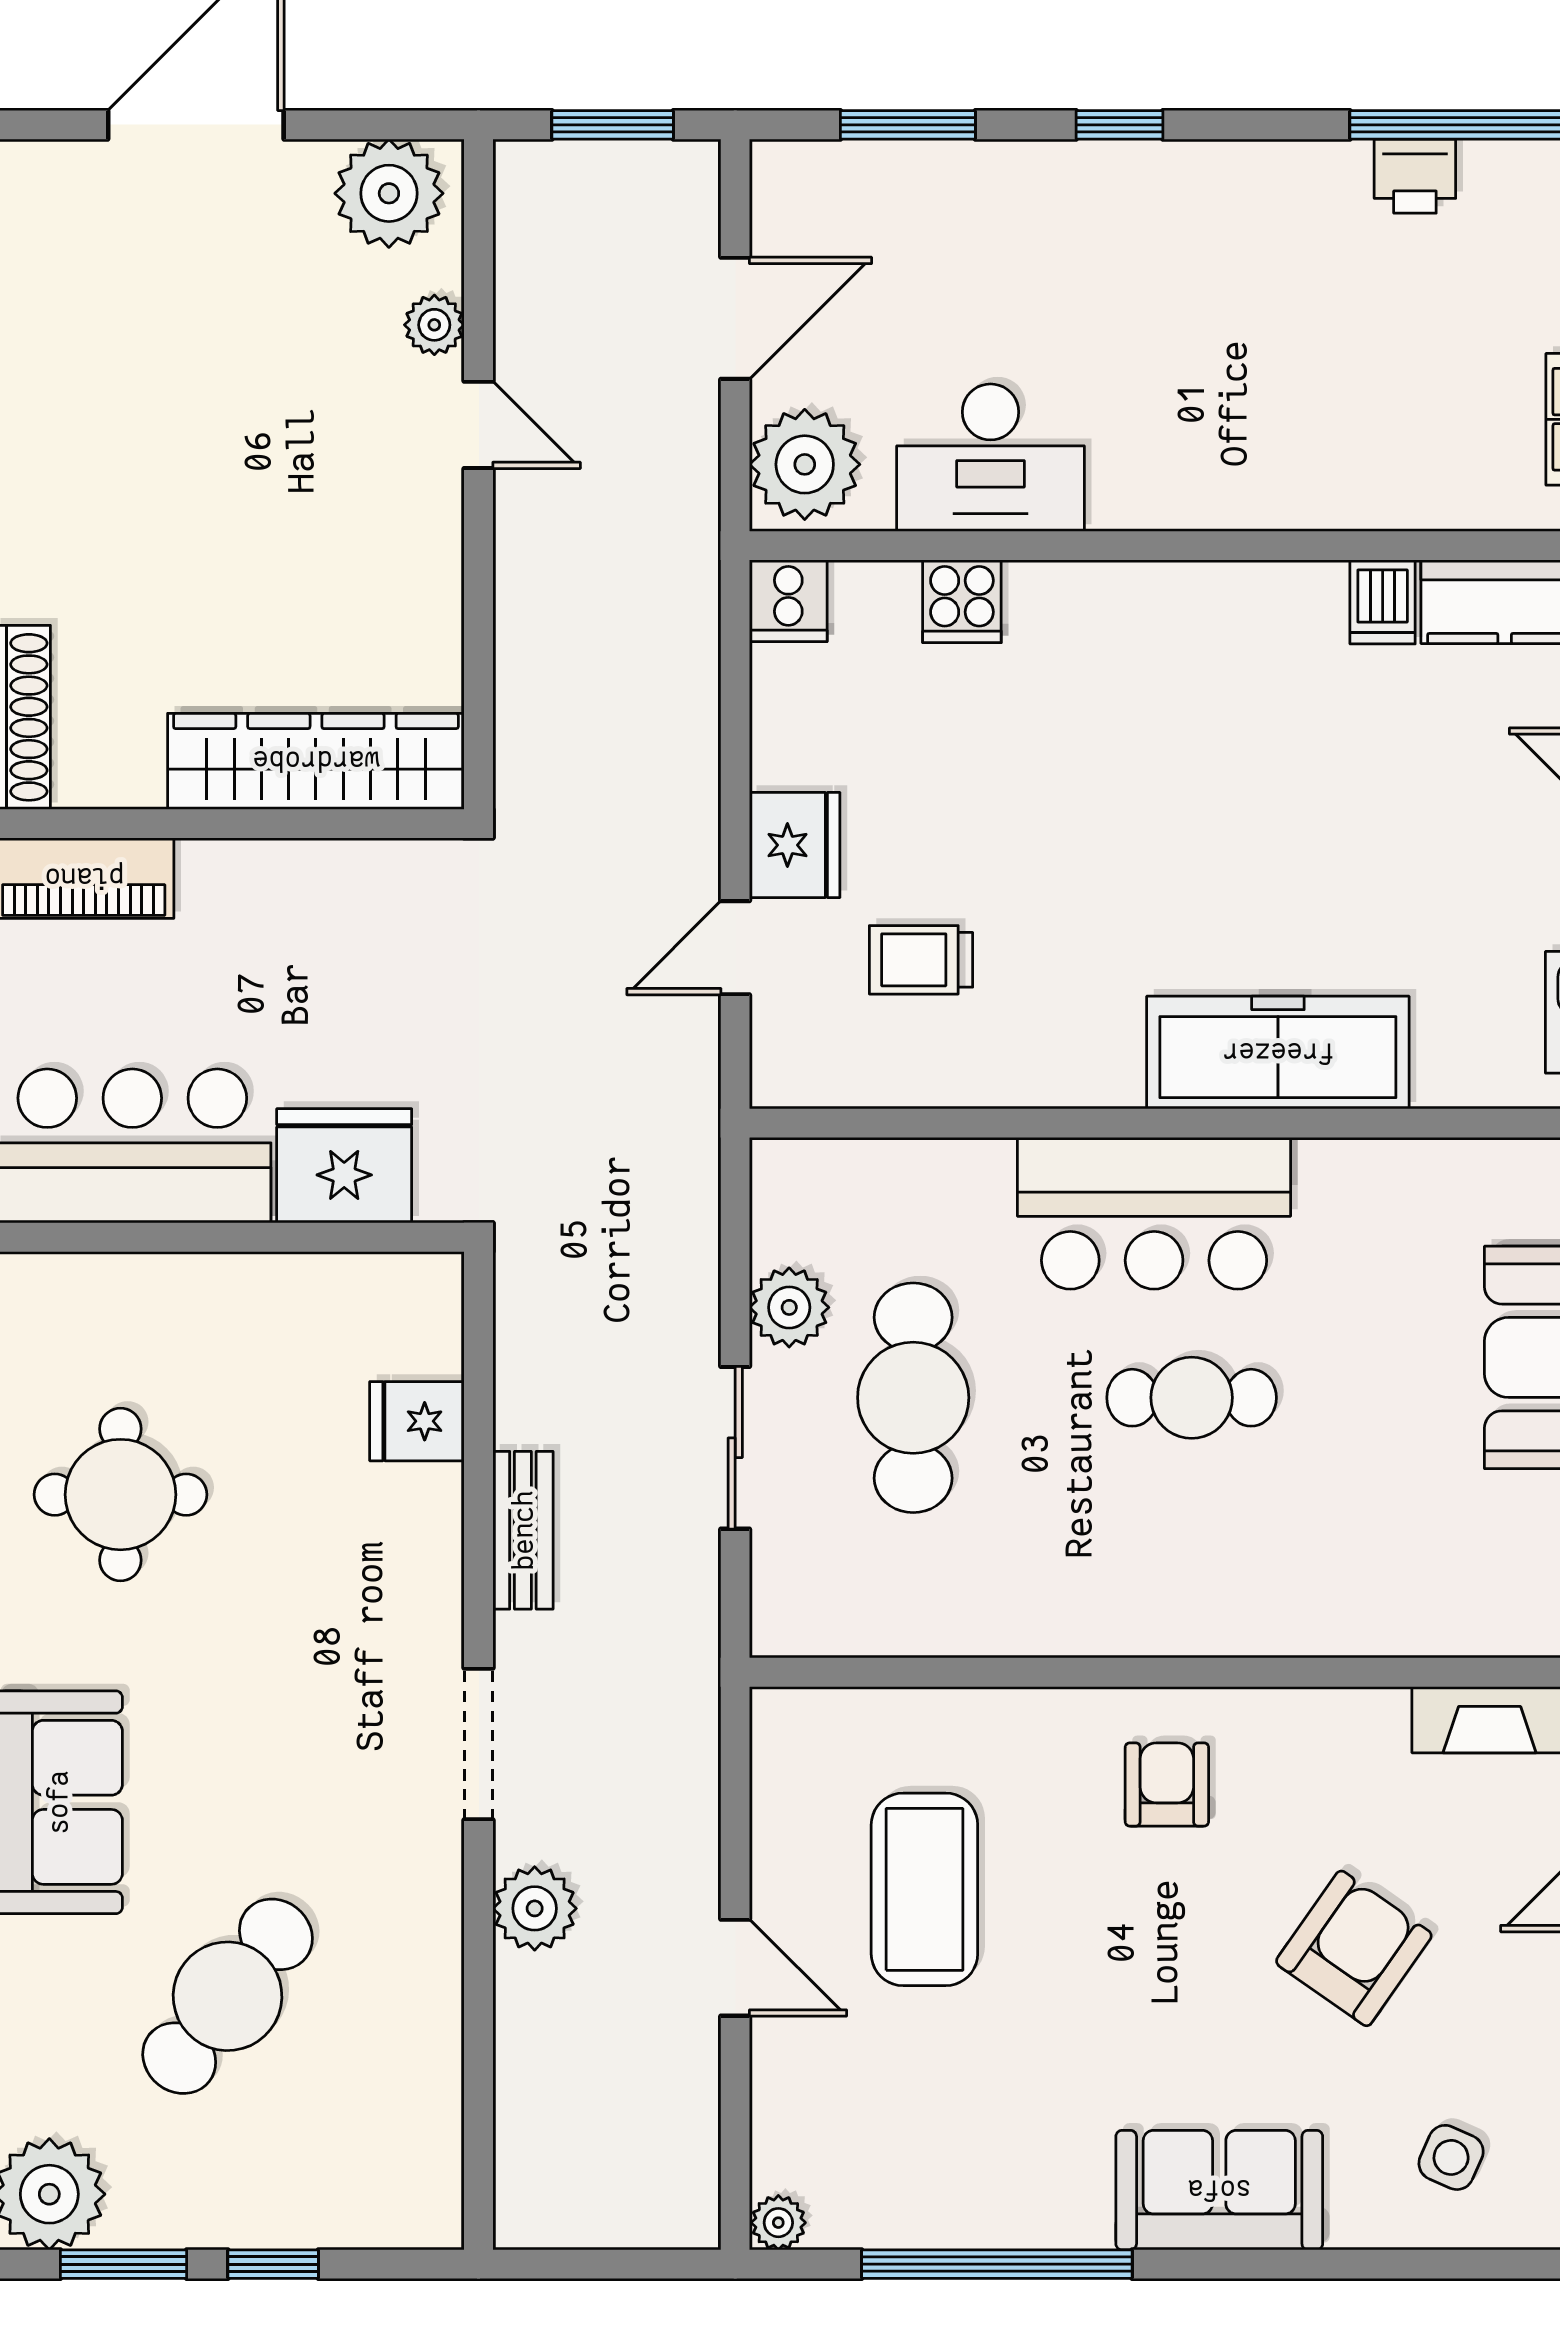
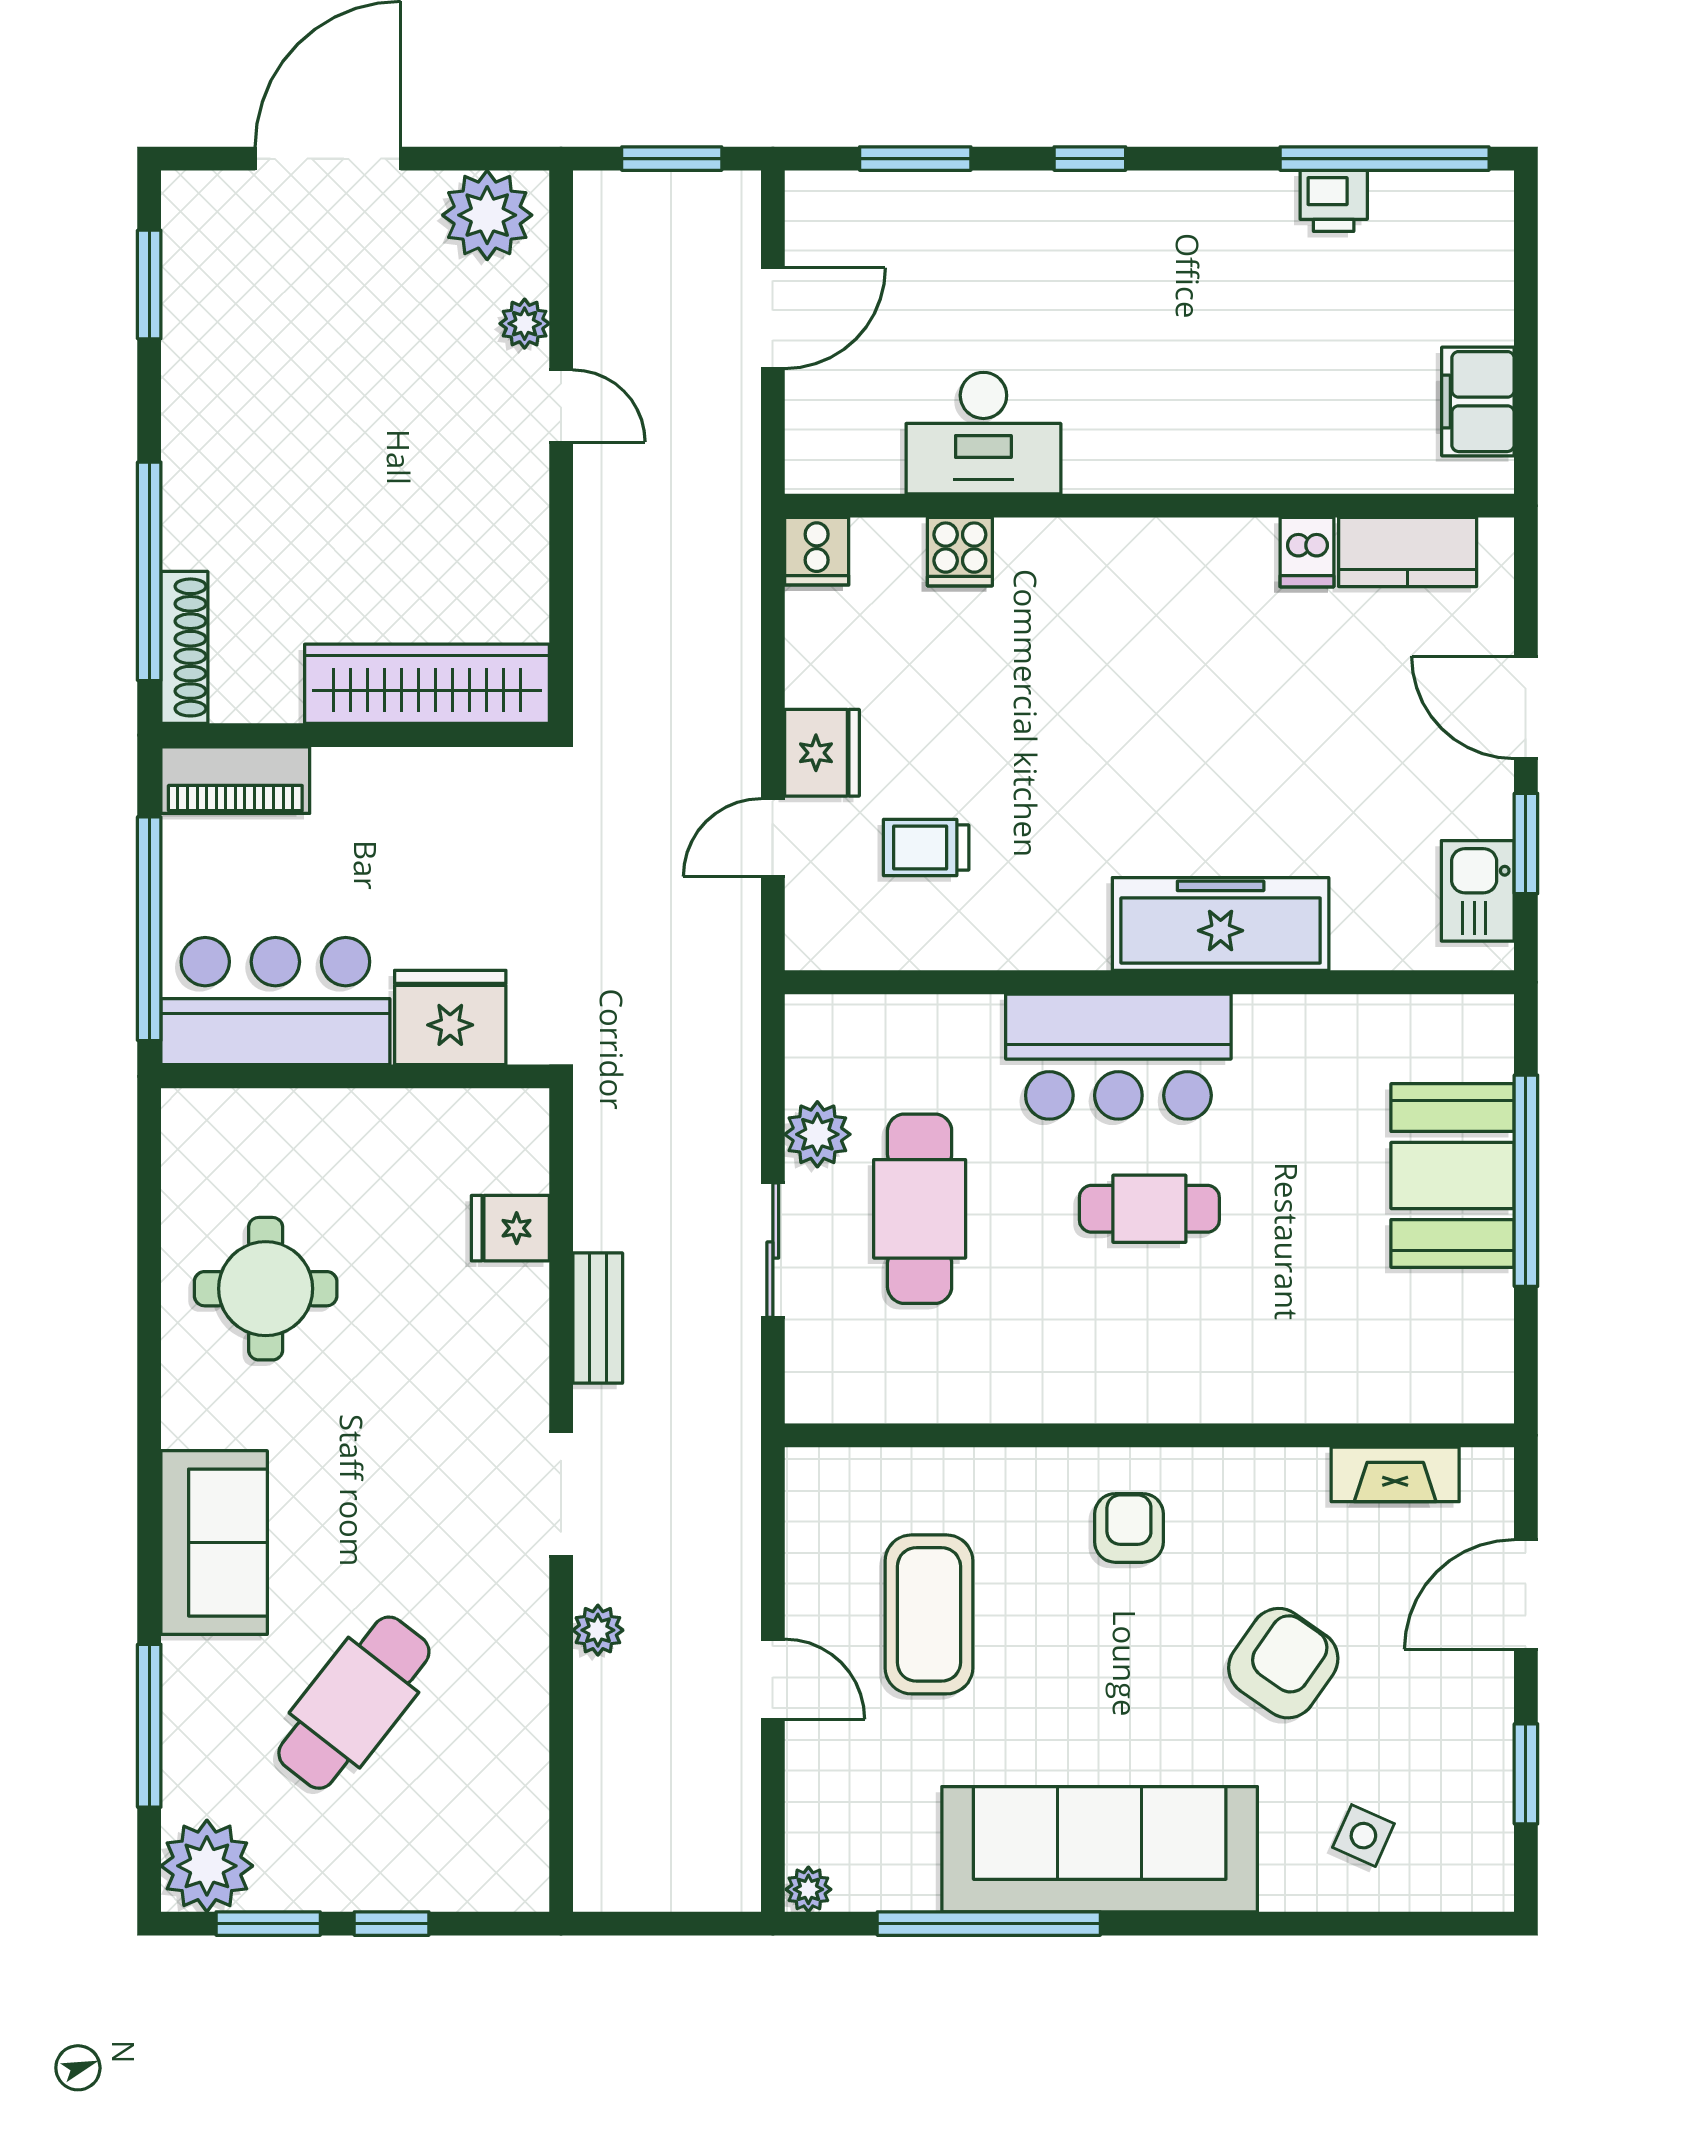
plant: (805, 464) -> (830, 439), removed
plant: (535, 1908) -> (598, 1630), width x0.73, depth x0.73
sofa: (1219, 2190) -> (1100, 1849), width x1.85, depth x1.27

